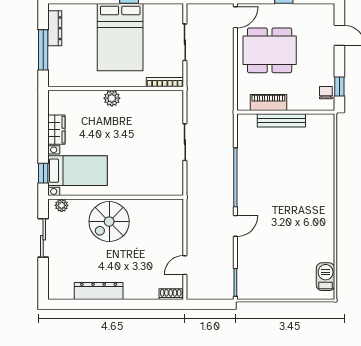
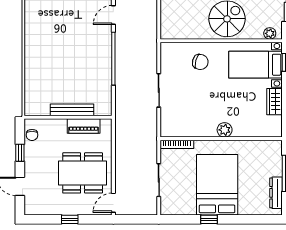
window: (339, 87) -> (20, 153), moved
chair: (139, 174) -> (200, 62), added

